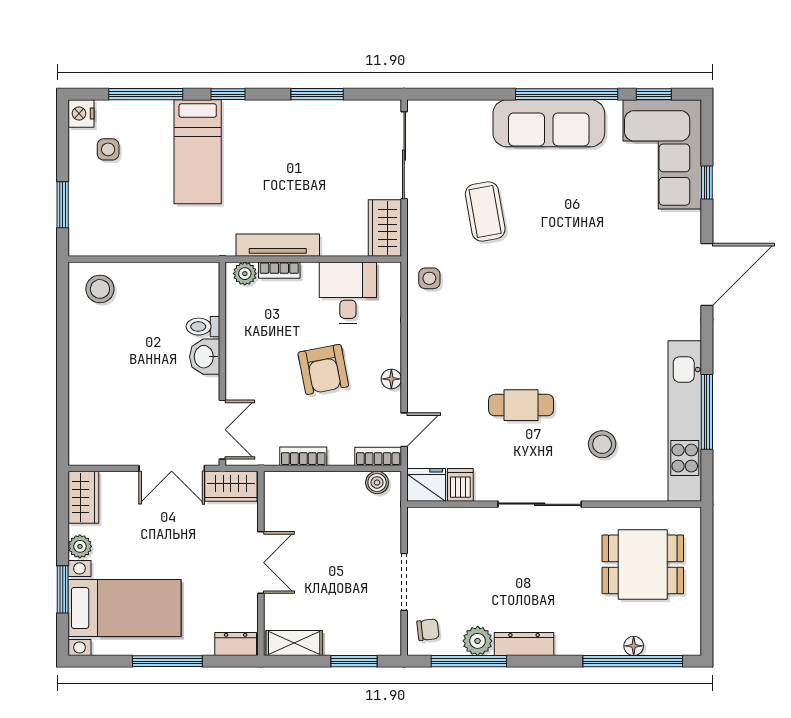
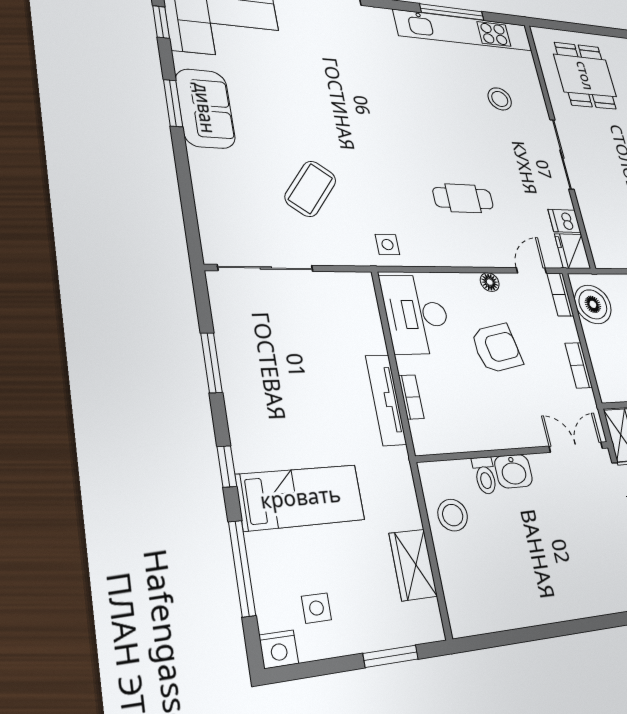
window: (567, 94) -> (173, 103), width x0.47
sofa: (549, 123) -> (205, 108), width x0.73
coffee table: (485, 212) -> (310, 189), turned -43
wardrobe: (385, 228) -> (413, 565), moved, turned 90
plant: (245, 274) -> (422, 434), removed
stool: (100, 289) -> (453, 515), moved
desk: (348, 293) -> (416, 314), width x1.37
cafe table: (521, 405) -> (463, 198), moved, turned 90
door: (404, 430) -> (531, 270), hinge flipped
boiler: (377, 482) -> (593, 304), width x1.86, depth x1.86

